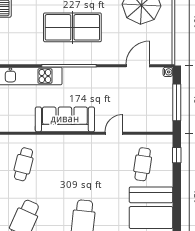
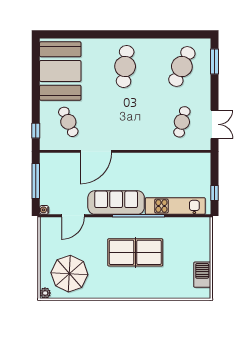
sofa: (65, 119) -> (116, 202), moved, turned 180
door: (114, 133) -> (96, 151), width x1.88
cafe table: (143, 164) -> (68, 122), turned -33

